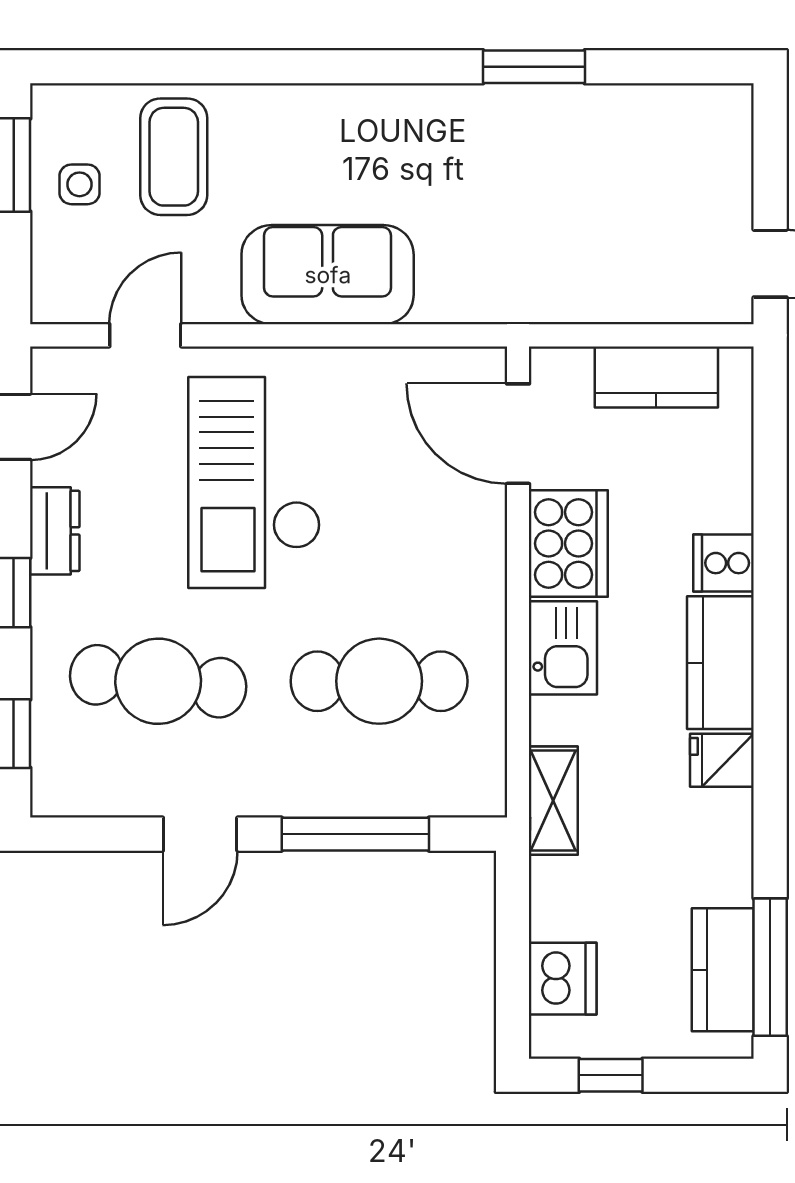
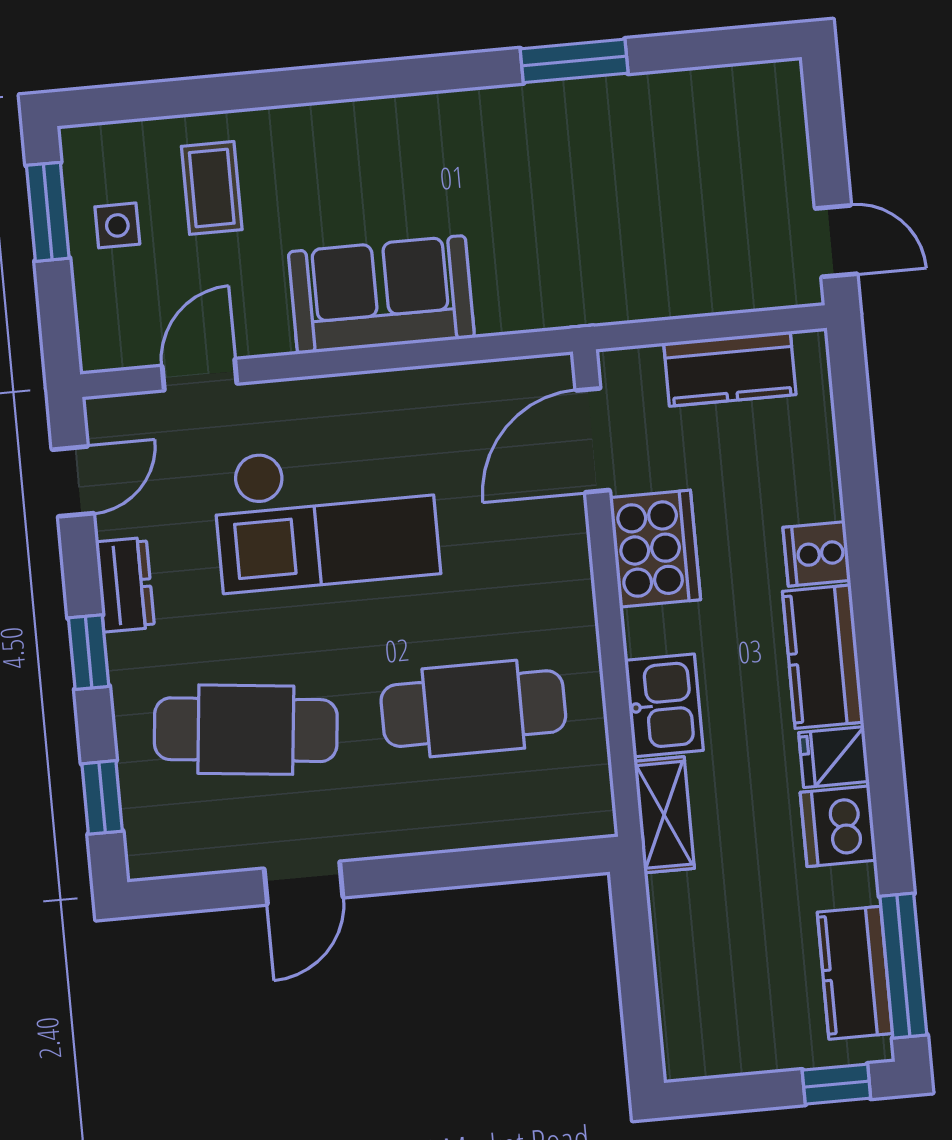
coffee table: (174, 157) -> (212, 188), width x0.73, depth x0.77
door: (518, 434) -> (593, 440), hinge flipped
checkout: (254, 483) -> (326, 516), turned -90
kitchen sink: (563, 648) -> (664, 705), moved
window: (355, 834) -> (463, 868), removed
dishwasher: (563, 979) -> (838, 826), moved, turned 180
window: (611, 1075) -> (836, 1084), moved

